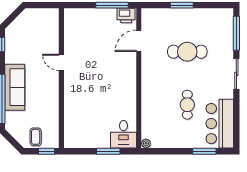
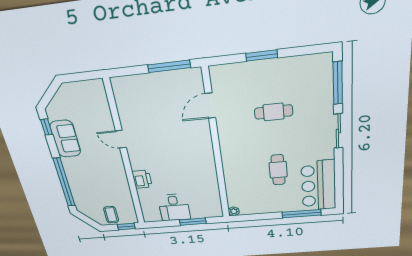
printer: (126, 16) -> (142, 179), moved, turned -90
cafe table: (187, 52) -> (274, 112), width x0.73, depth x0.74
sofa: (15, 87) -> (65, 139), moved, width x0.73
desk: (123, 134) -> (174, 207), moved
window: (204, 151) -> (301, 214), width x1.44

